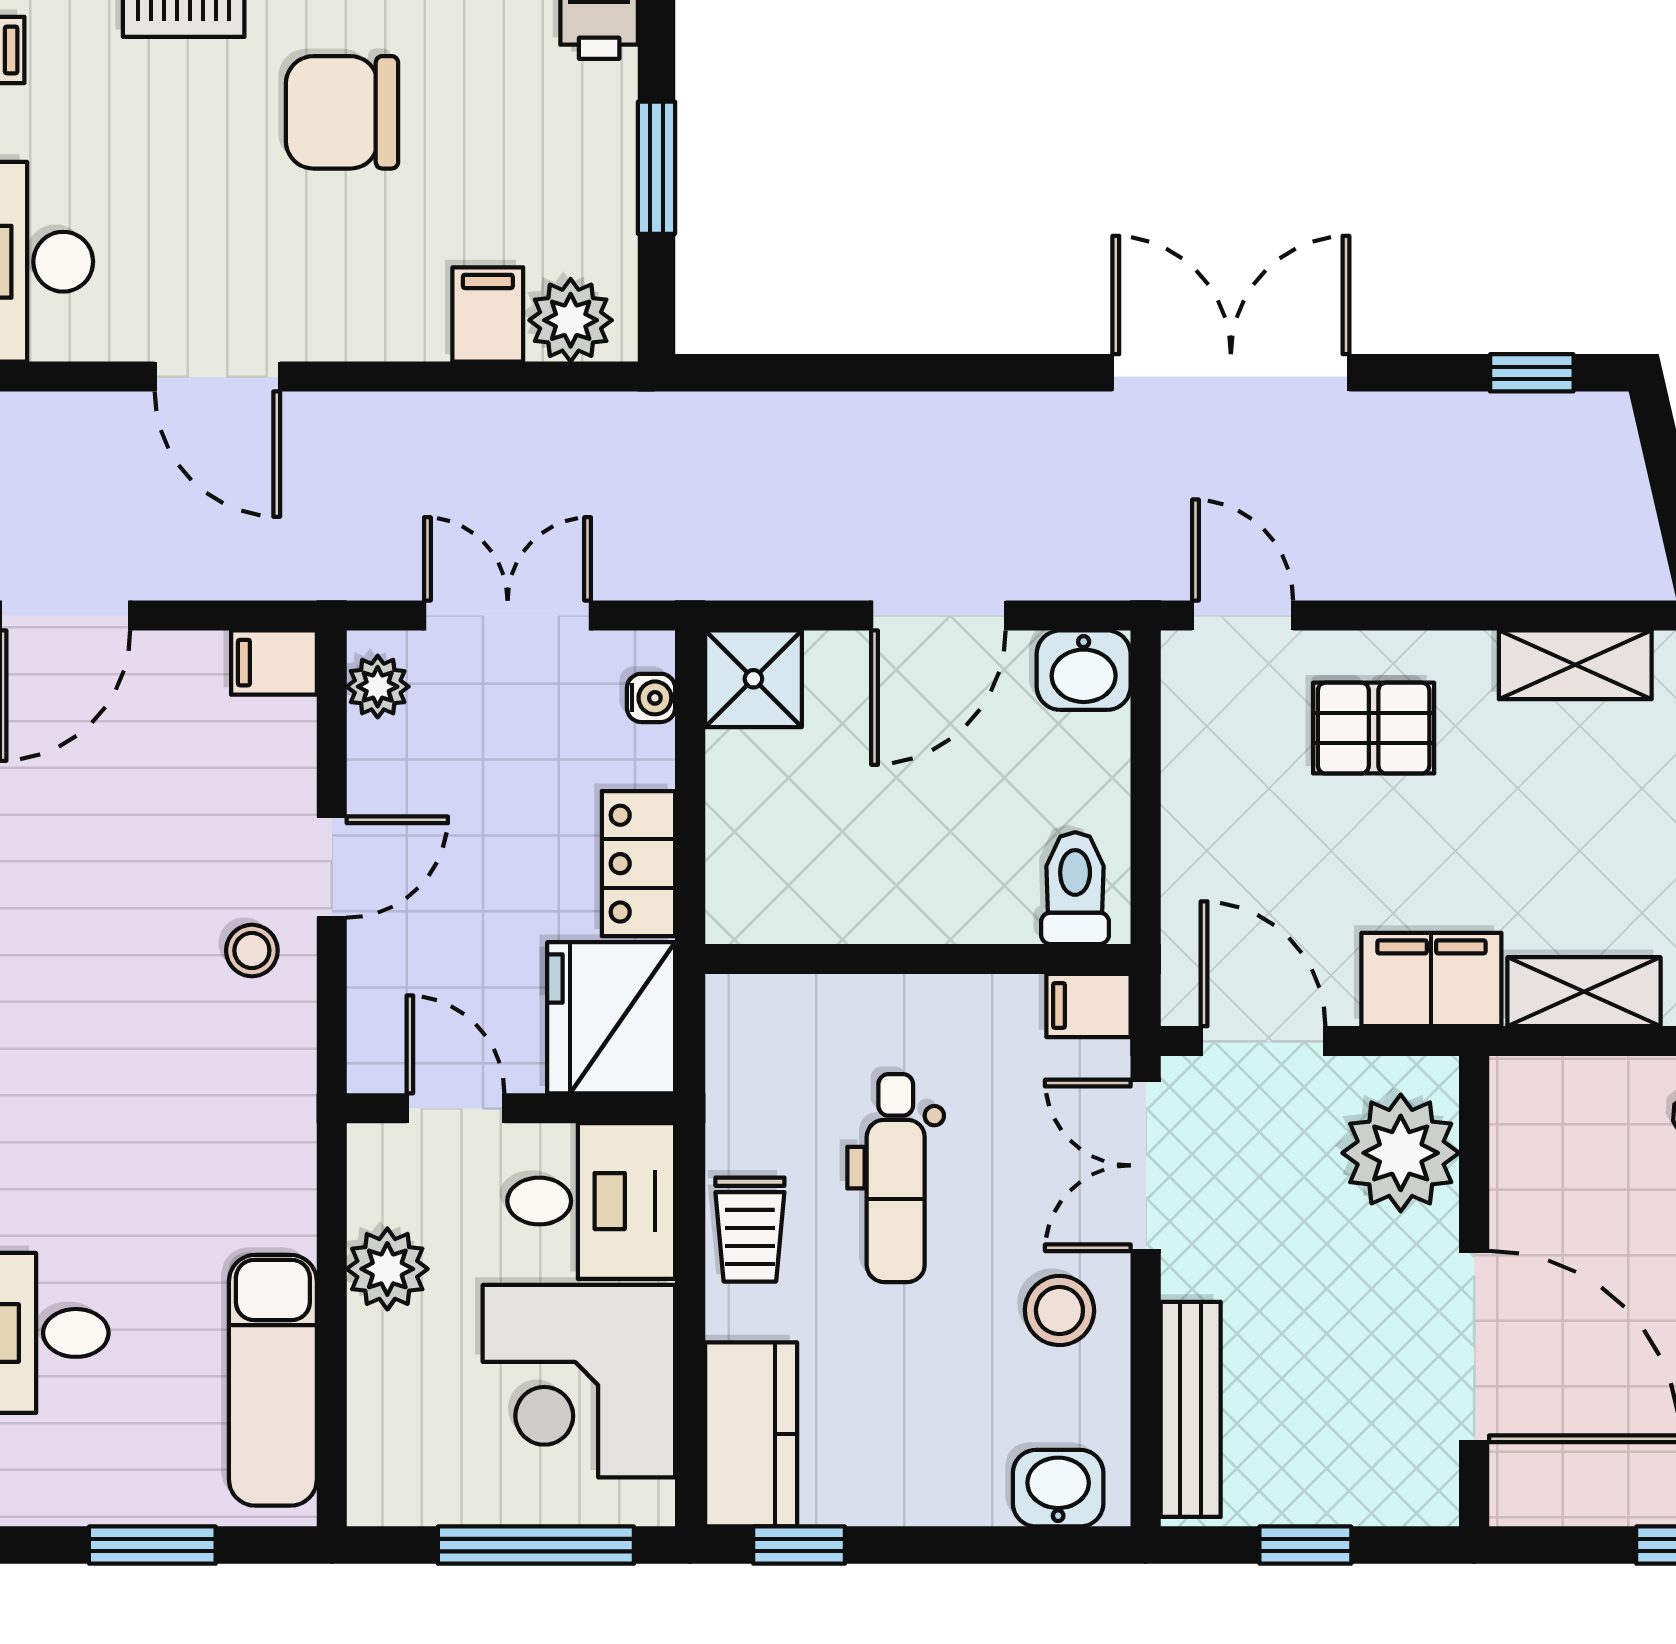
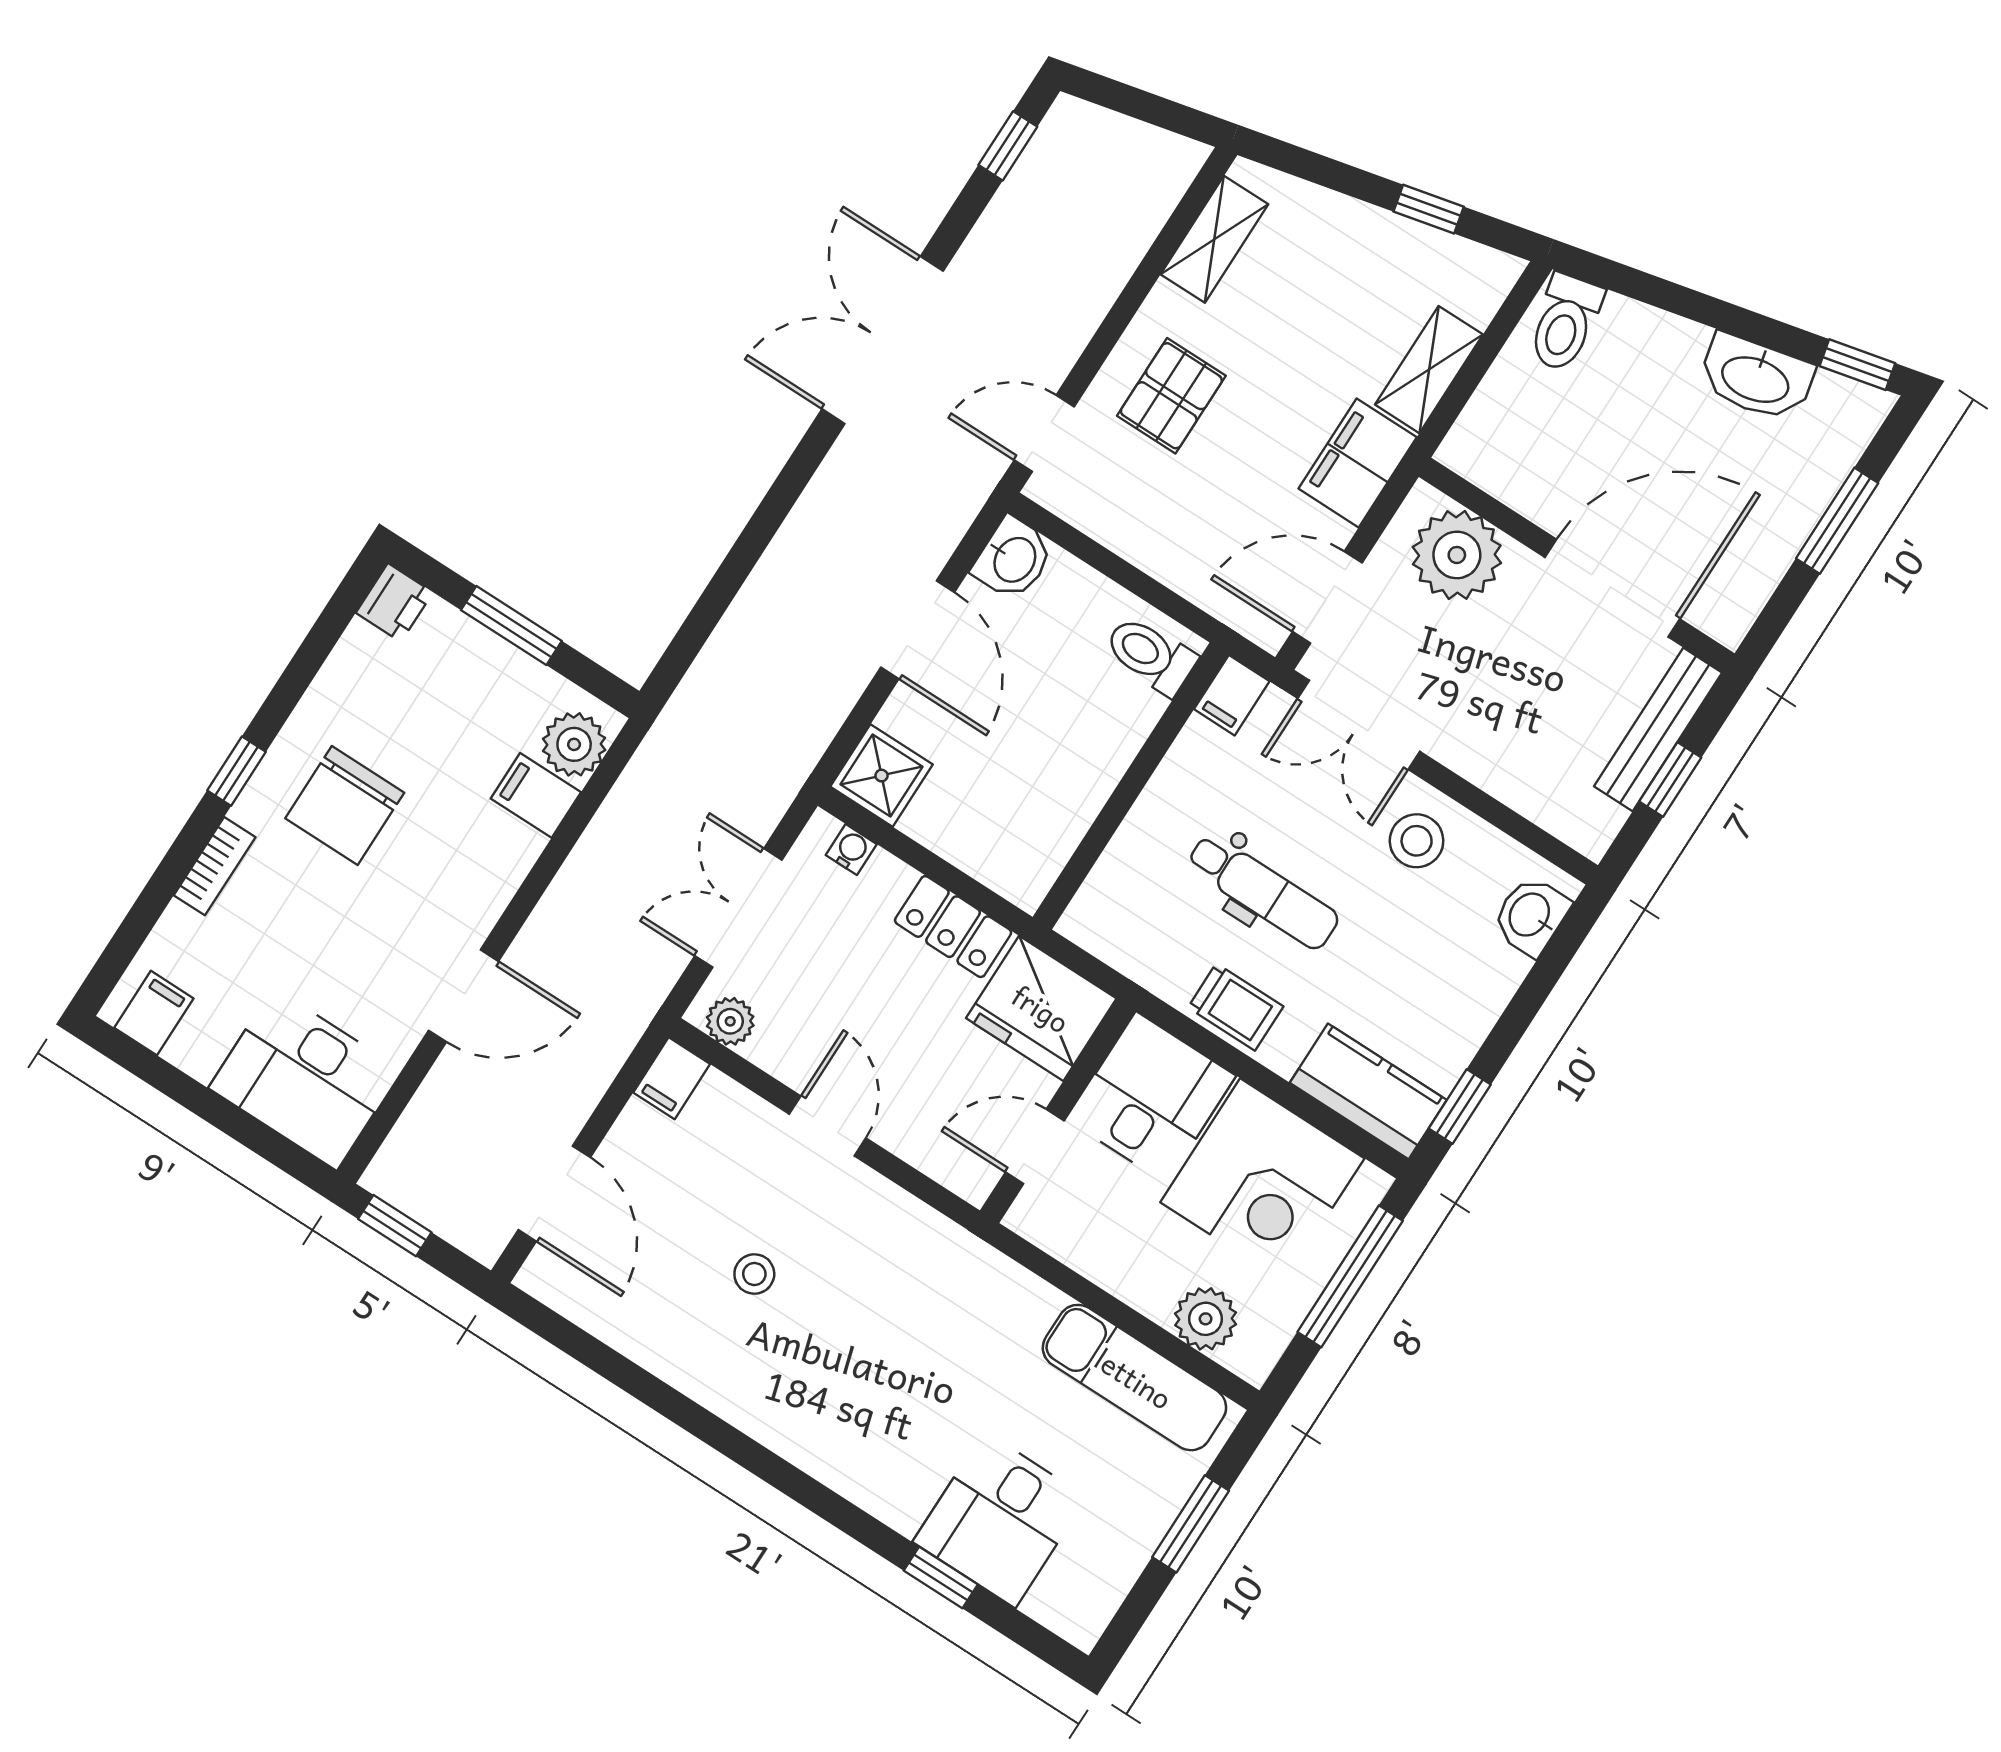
stool: (252, 951) -> (754, 1274), moved
plant: (387, 1269) -> (1206, 1319), moved
bench: (1191, 1409) -> (1658, 729), moved, turned 90

